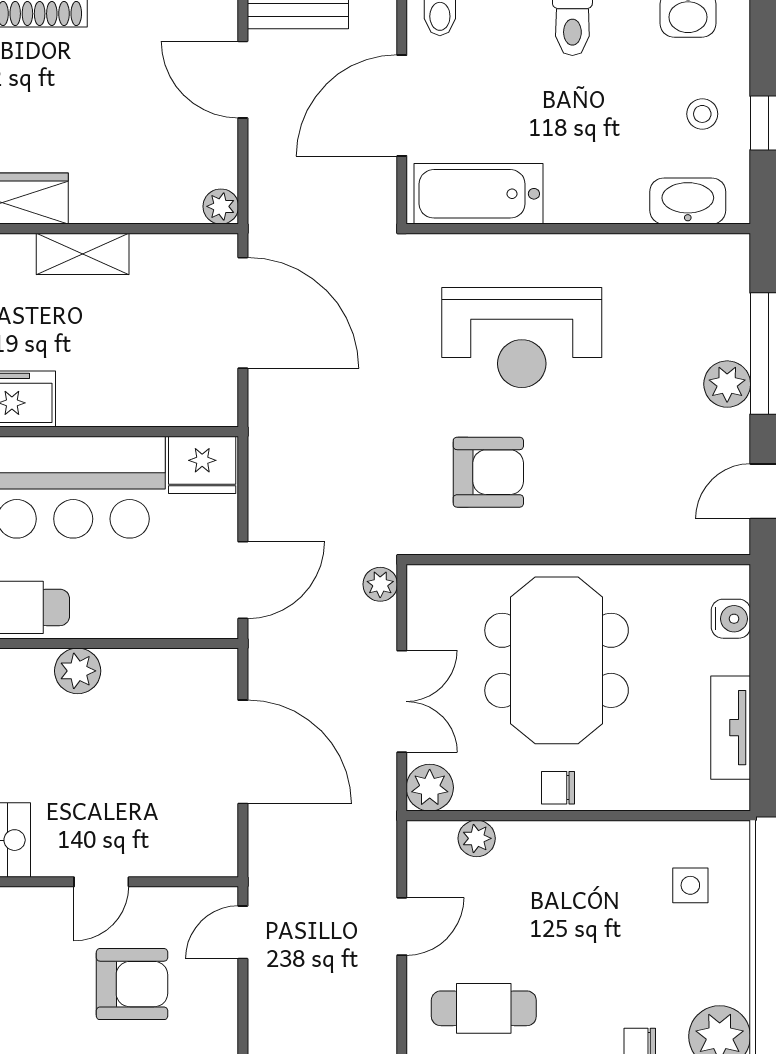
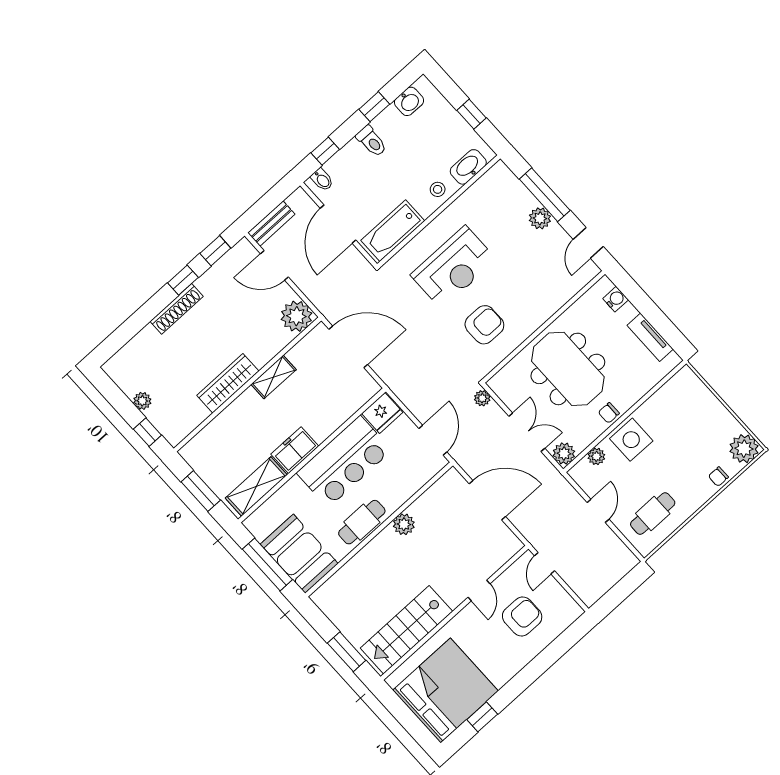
stool: (702, 114) -> (438, 189), moved
plant: (221, 206) -> (296, 316), width x1.87, depth x1.87
side table: (690, 885) -> (631, 440), moved, width x1.87, depth x1.87

